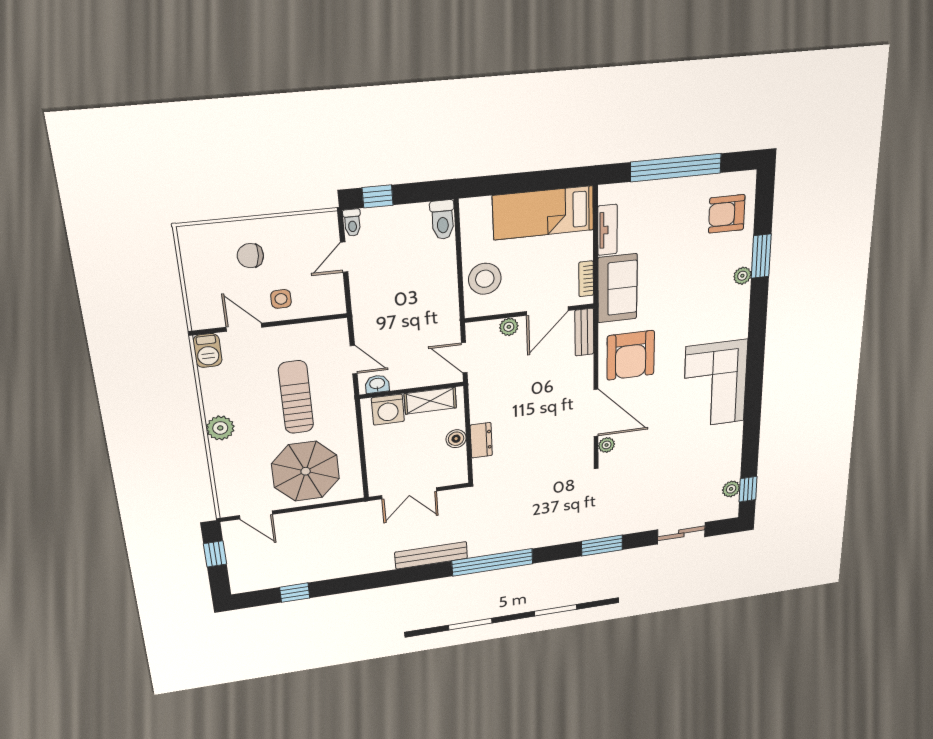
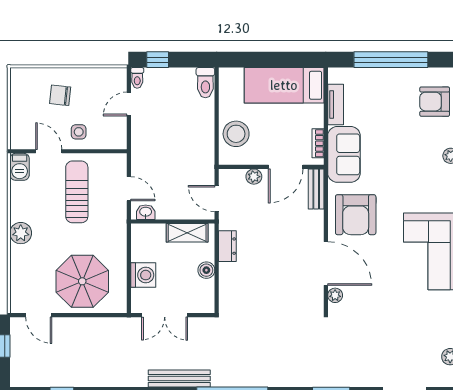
sun lounger: (296, 397) -> (77, 192), moved
washing machine: (388, 410) -> (143, 275), moved, turned -90
dresser: (481, 440) -> (227, 246), moved

